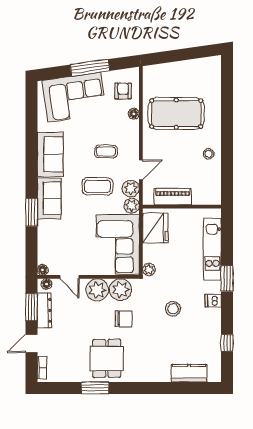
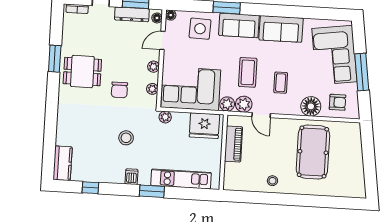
floor lamp: (134, 114) -> (311, 106), width x1.89, depth x1.89
side table: (55, 239) -> (200, 29), added
plant: (97, 290) -> (153, 67), width x0.53, depth x0.53
plant: (121, 290) -> (152, 89), width x0.53, depth x0.53
kitchen counter: (189, 373) -> (63, 163), moved

